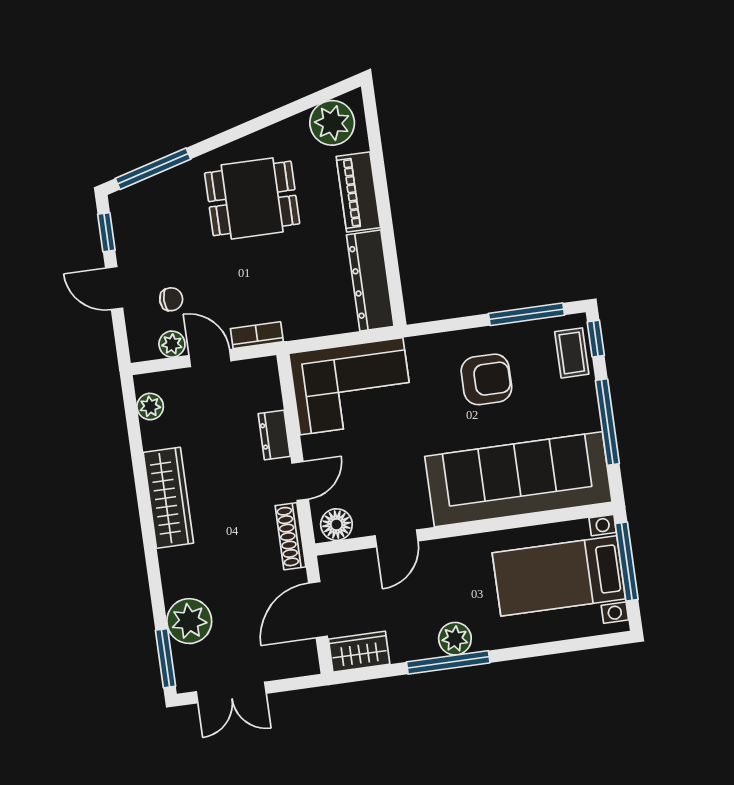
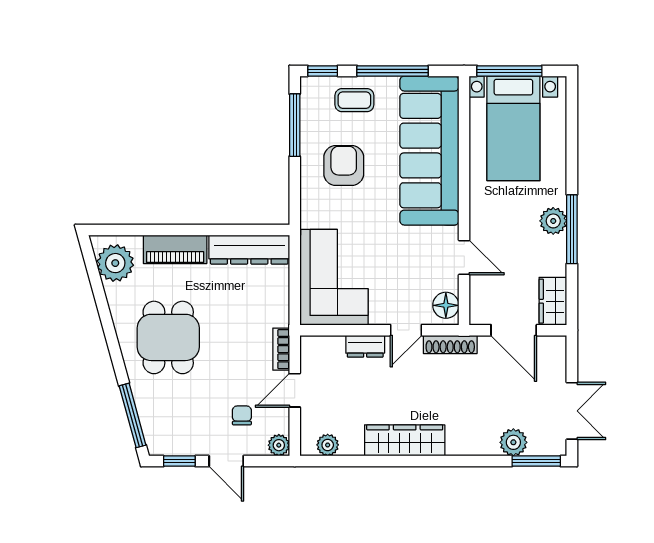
door: (114, 288) -> (226, 461), hinge flipped
plant: (172, 344) -> (279, 445), moved
coffee table: (572, 353) -> (354, 100), moved
door: (300, 481) -> (406, 330), swing flipped
plant: (189, 621) -> (513, 442), width x0.73, depth x0.73

